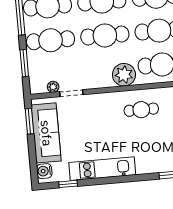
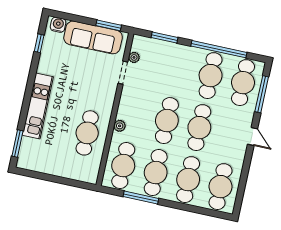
cafe table: (51, 40) -> (178, 69), removed
plant: (124, 75) -> (120, 126), width x0.53, depth x0.53
cafe table: (141, 110) -> (87, 133), width x1.37, depth x1.35
kitchen unit: (102, 169) -> (38, 106), moved

